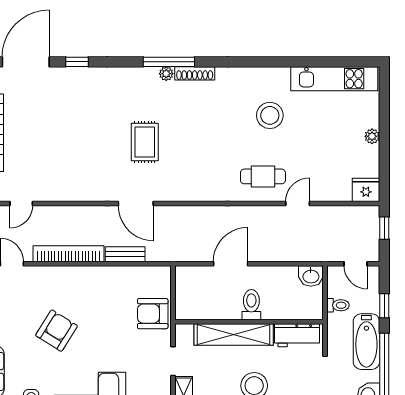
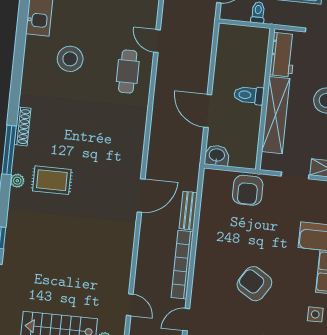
plant: (166, 74) -> (17, 181), moved
rug: (145, 142) -> (52, 180), moved
washbasin: (311, 276) -> (217, 156), moved, turned -90

